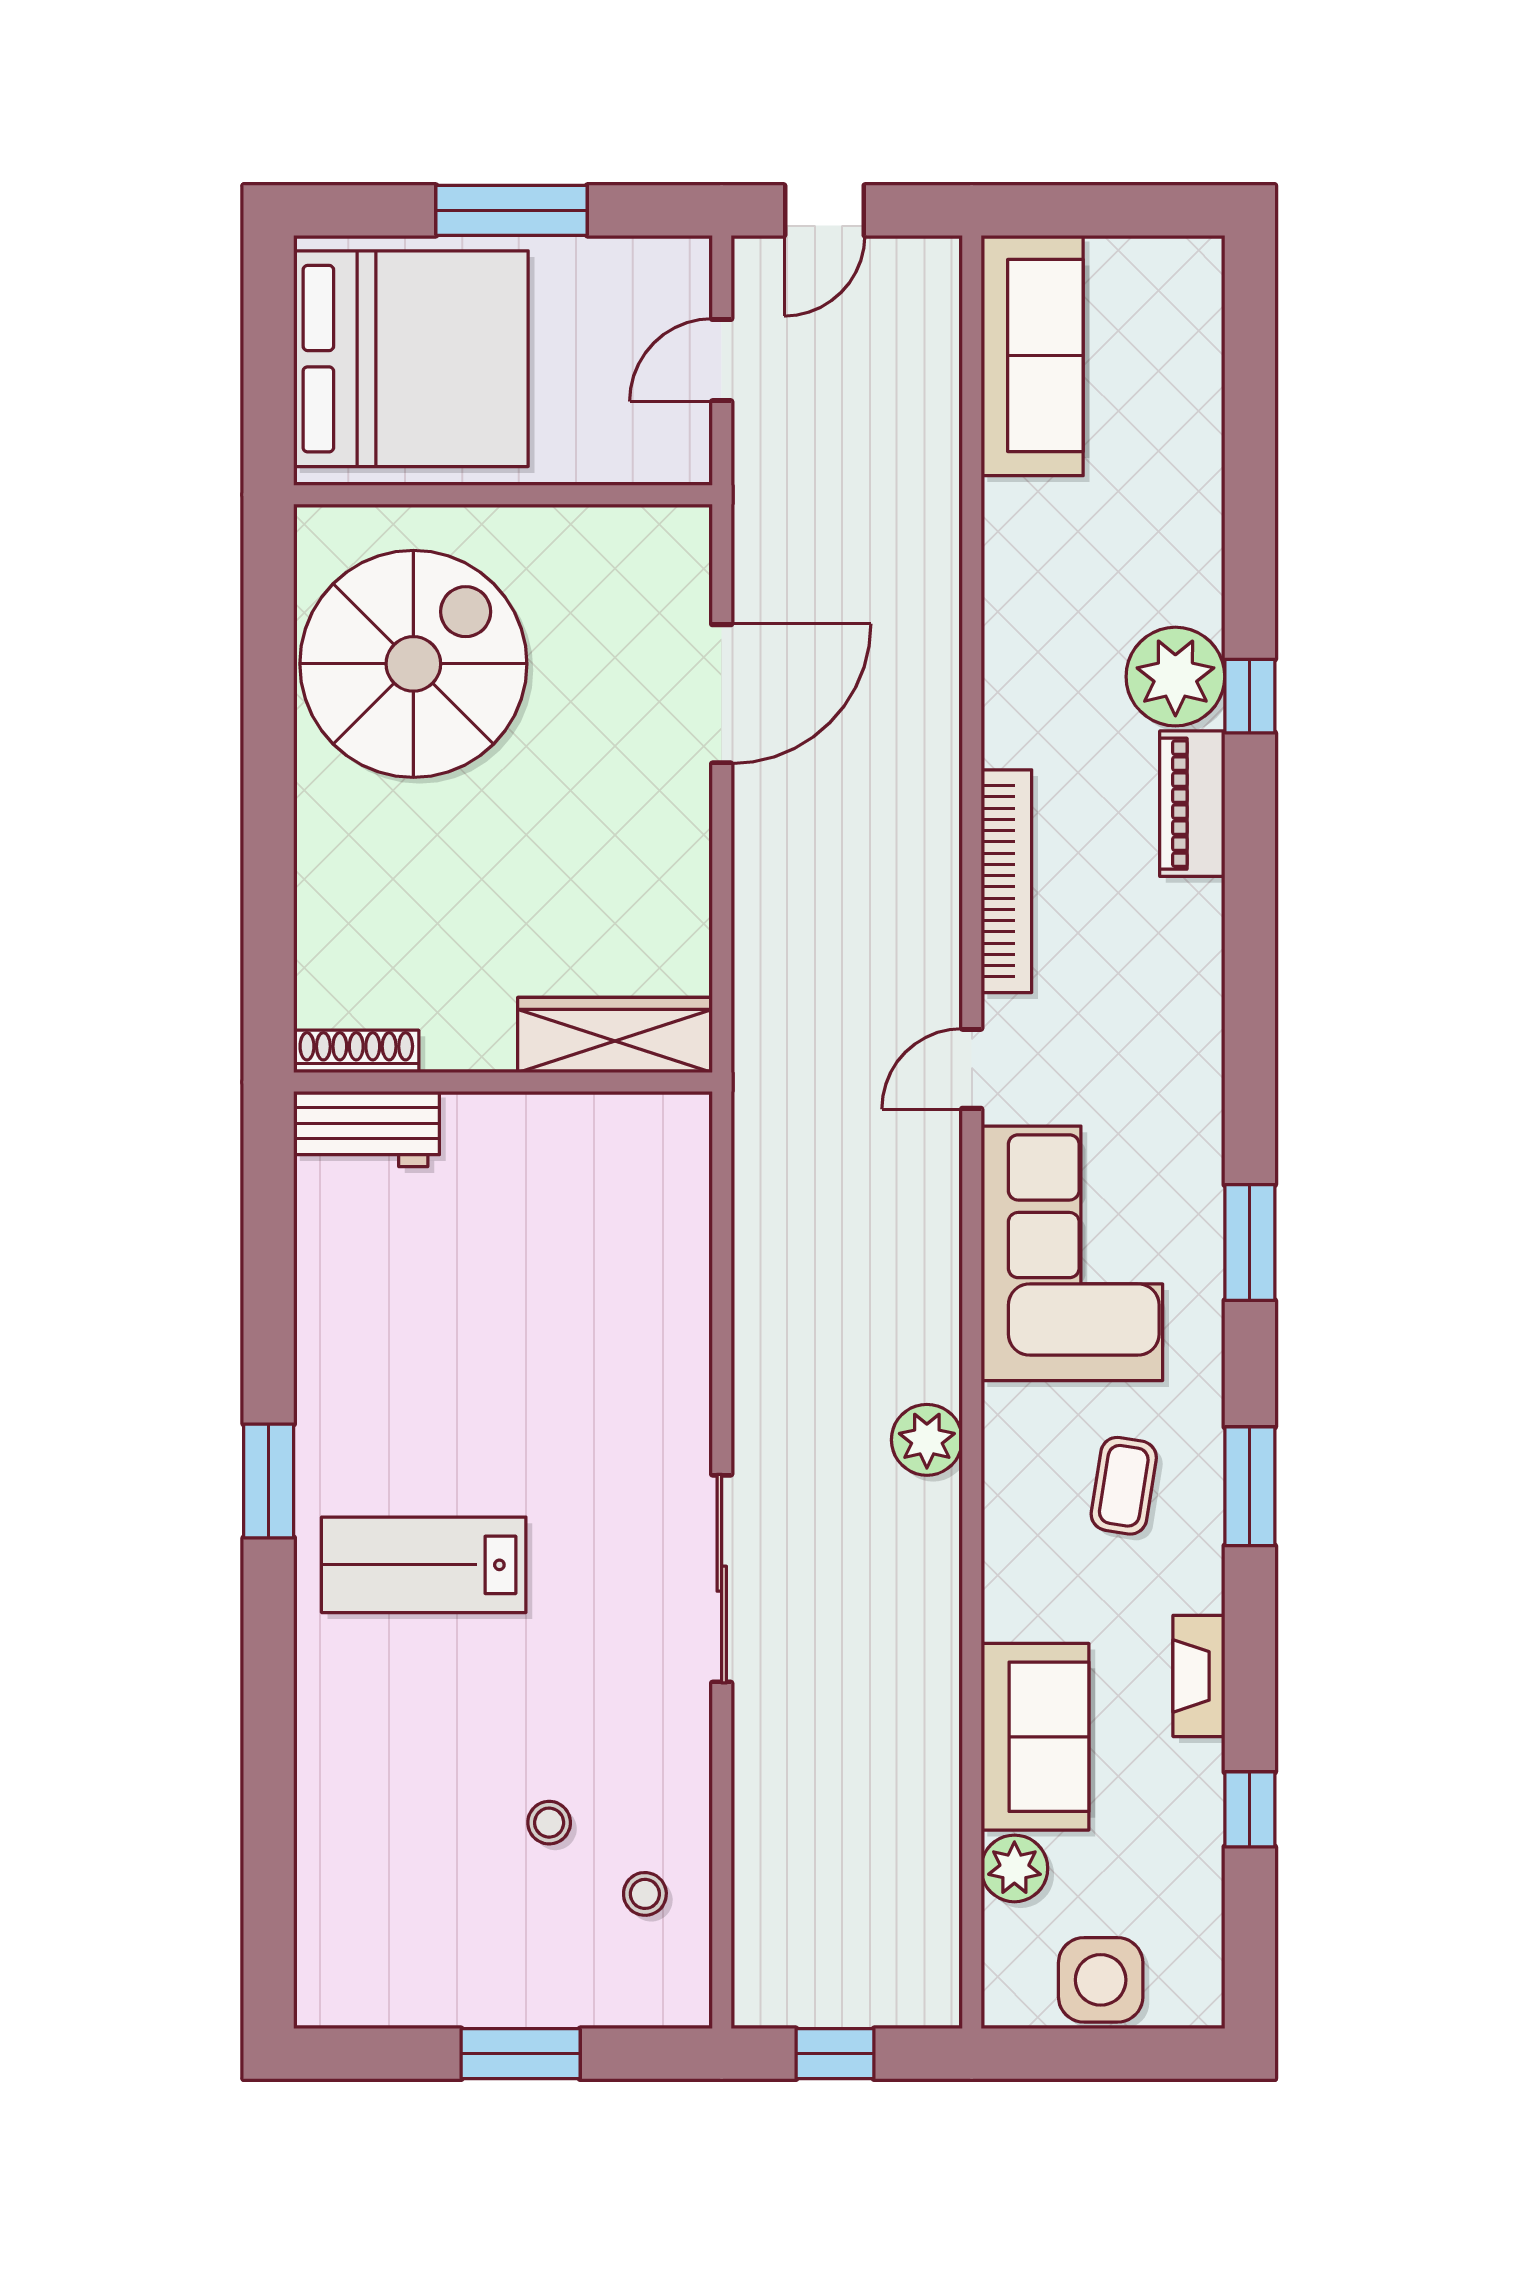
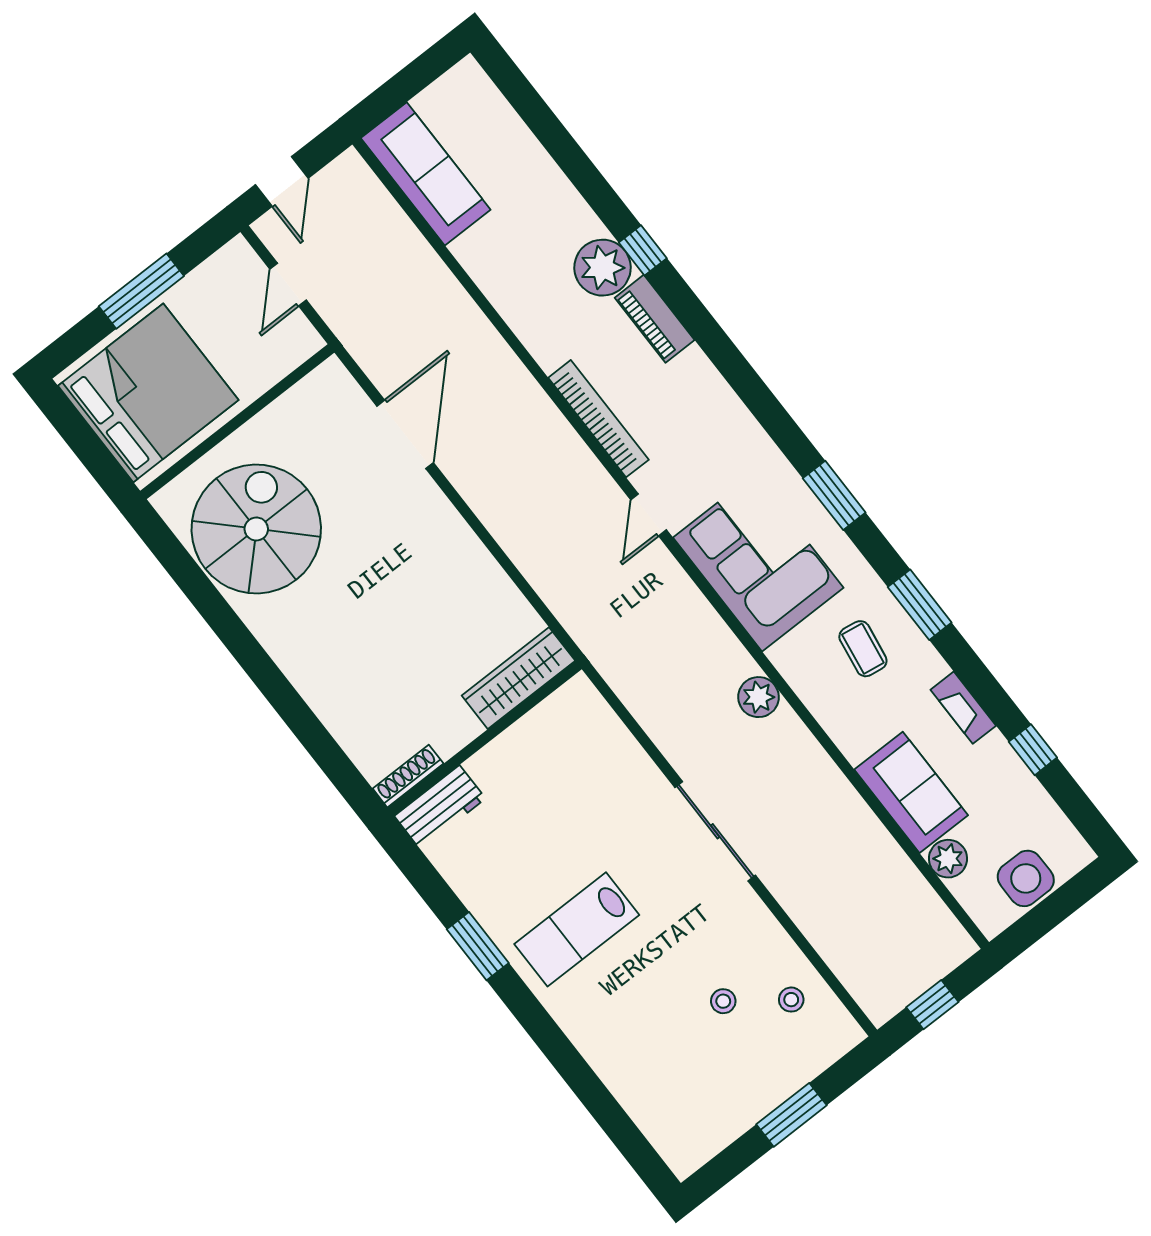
wardrobe: (615, 1035) -> (518, 678), moved
shoe rack: (356, 1051) -> (408, 776), moved
wall: (503, 1082) -> (485, 738), moved
workbench: (367, 1129) -> (440, 807), moved

